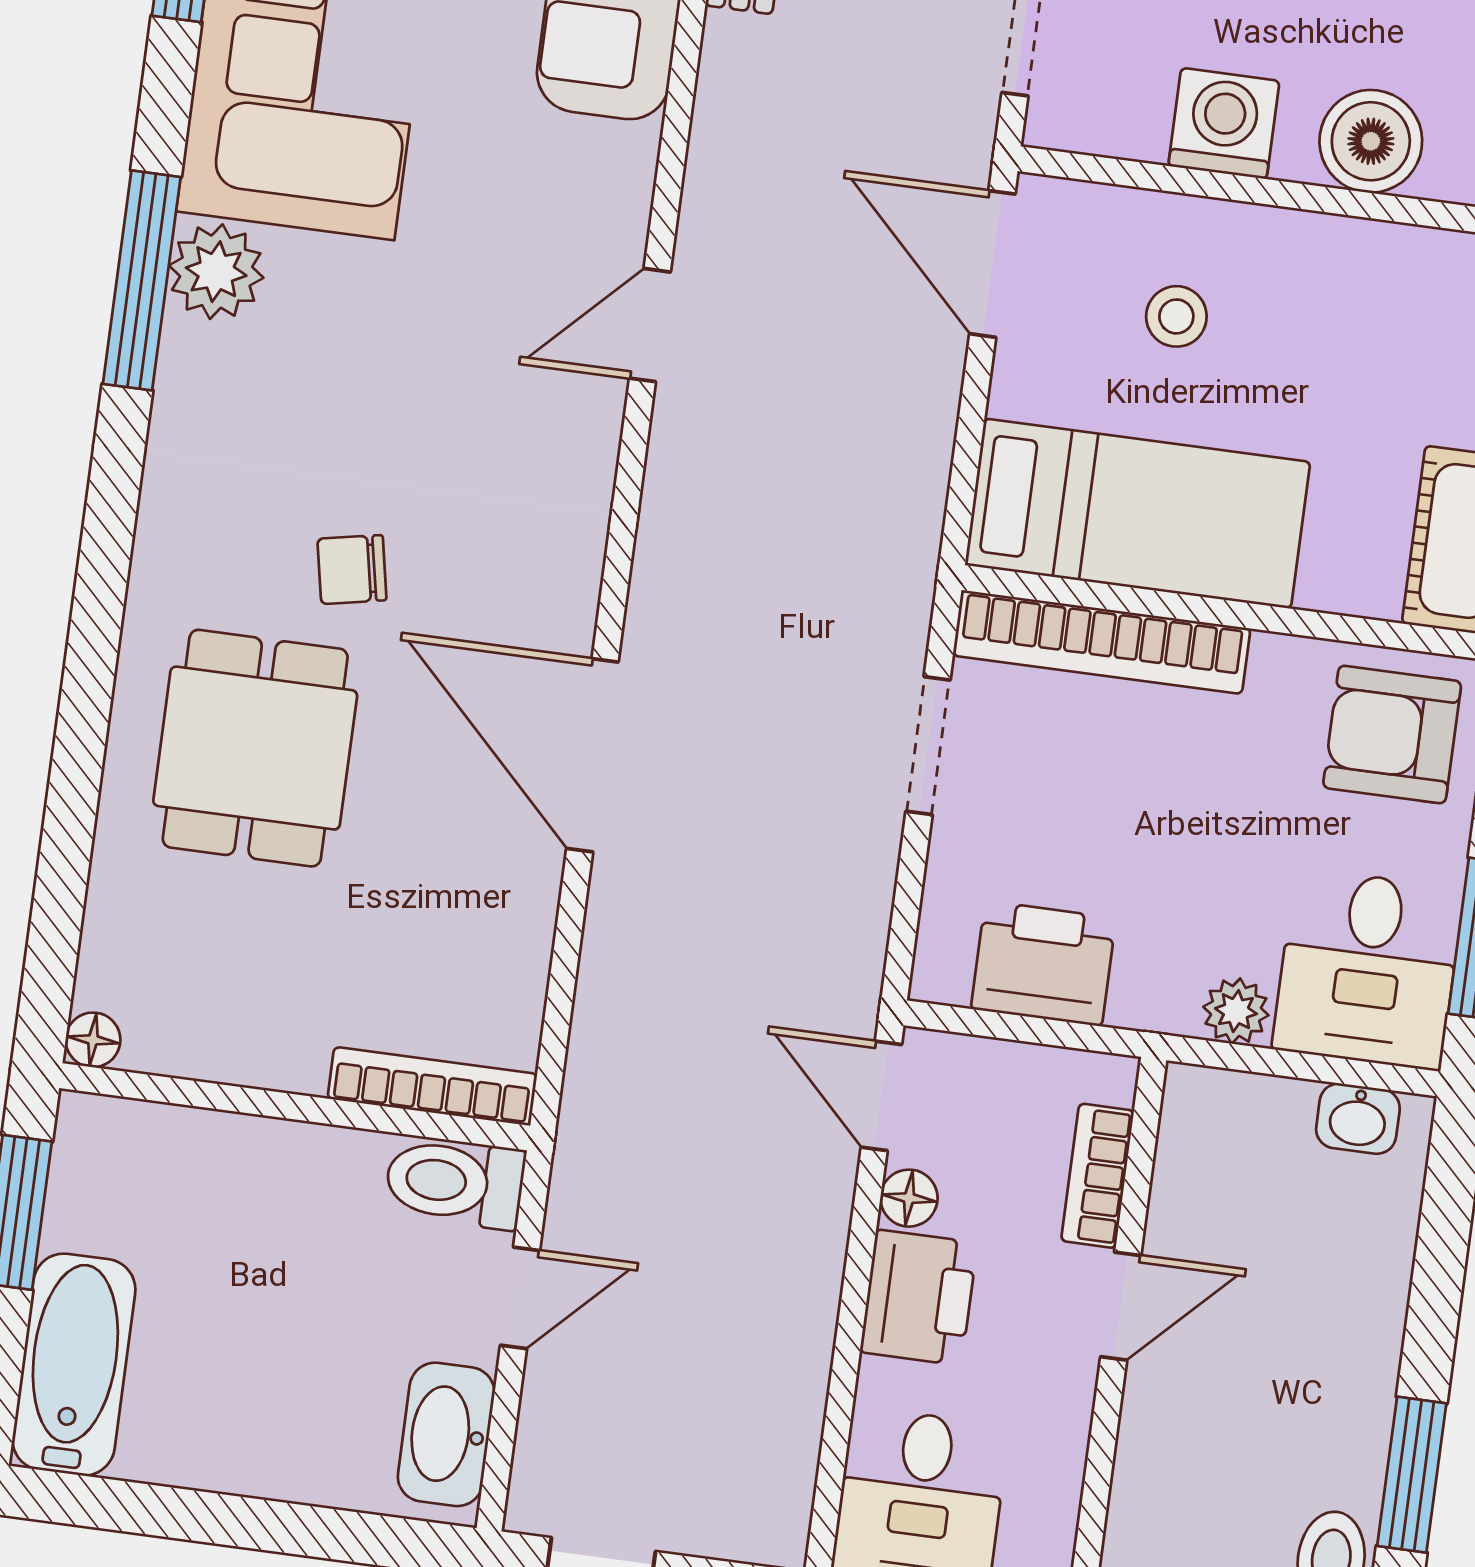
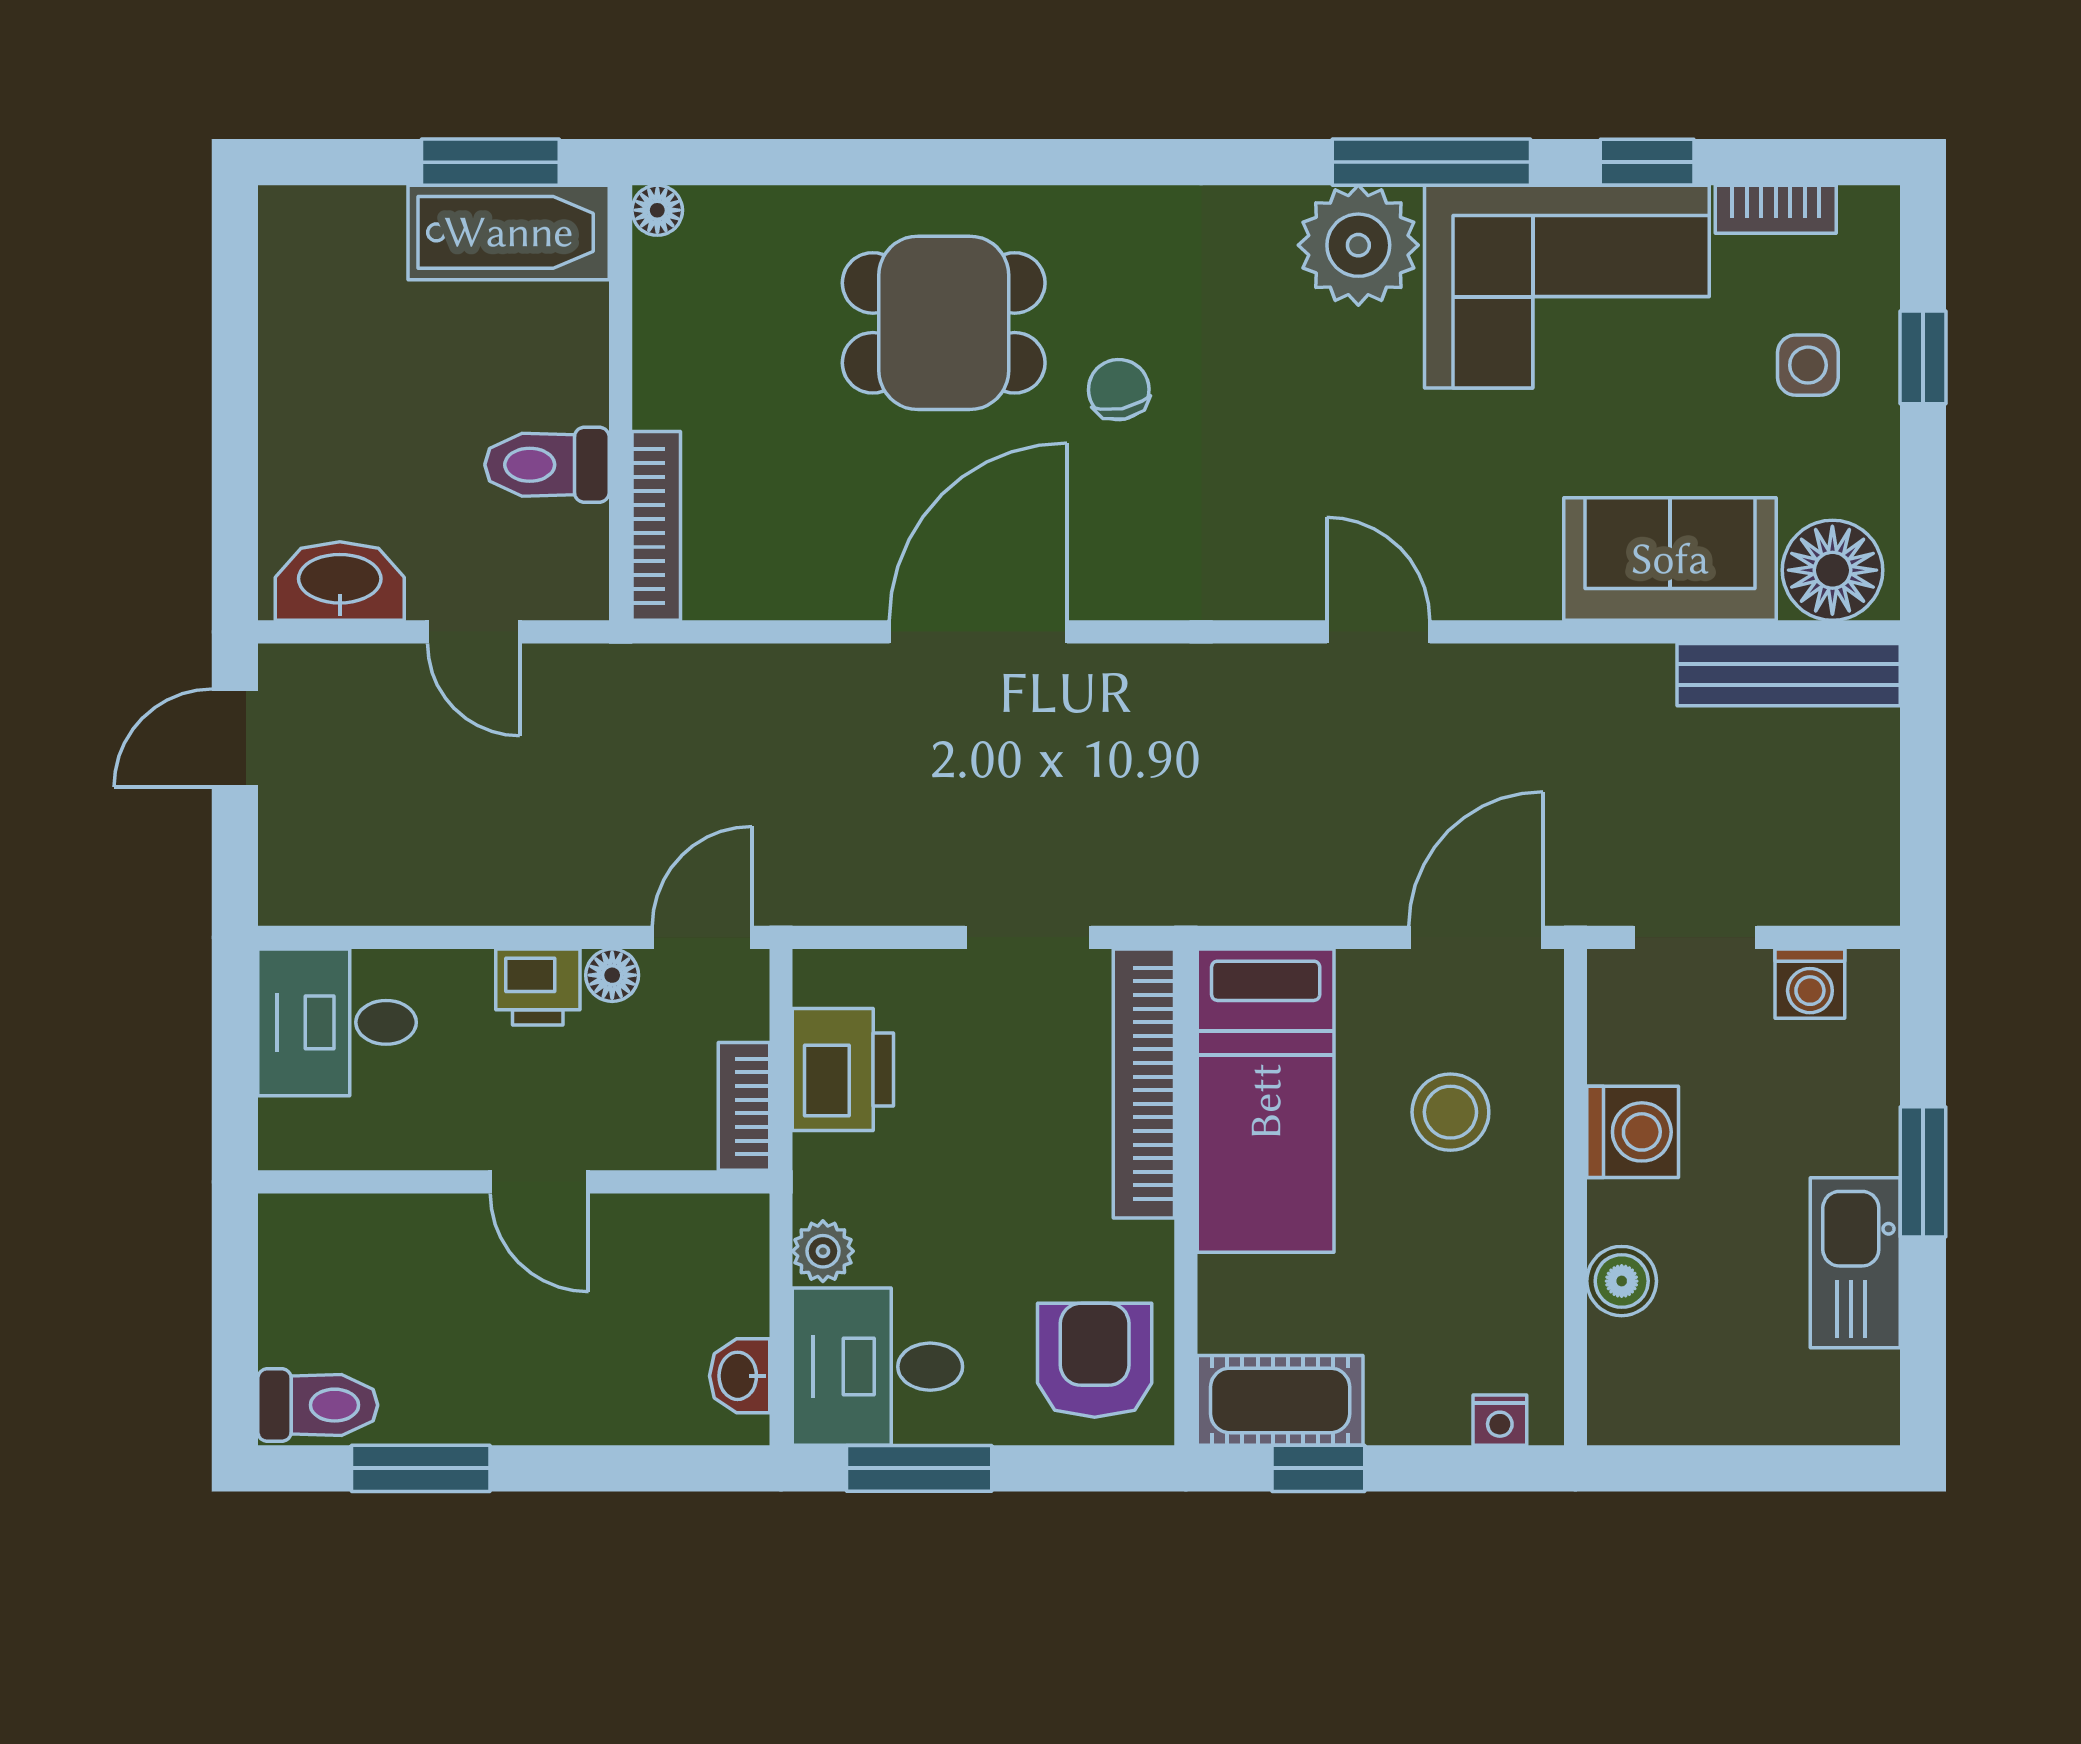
boiler: (1371, 141) -> (1622, 1281), width x0.73, depth x0.73
plant: (216, 272) -> (1358, 245), width x1.36, depth x1.36
window: (142, 280) -> (1431, 162), moved
stool: (1176, 316) -> (1450, 1112), width x1.37, depth x1.37
bookcase: (1098, 1176) -> (744, 1106), moved, turned -90
toilet: (455, 1182) -> (547, 465), moved, turned -90
printer: (919, 1297) -> (538, 987), width x0.73, depth x0.81
bathtub: (74, 1365) -> (509, 232), moved

